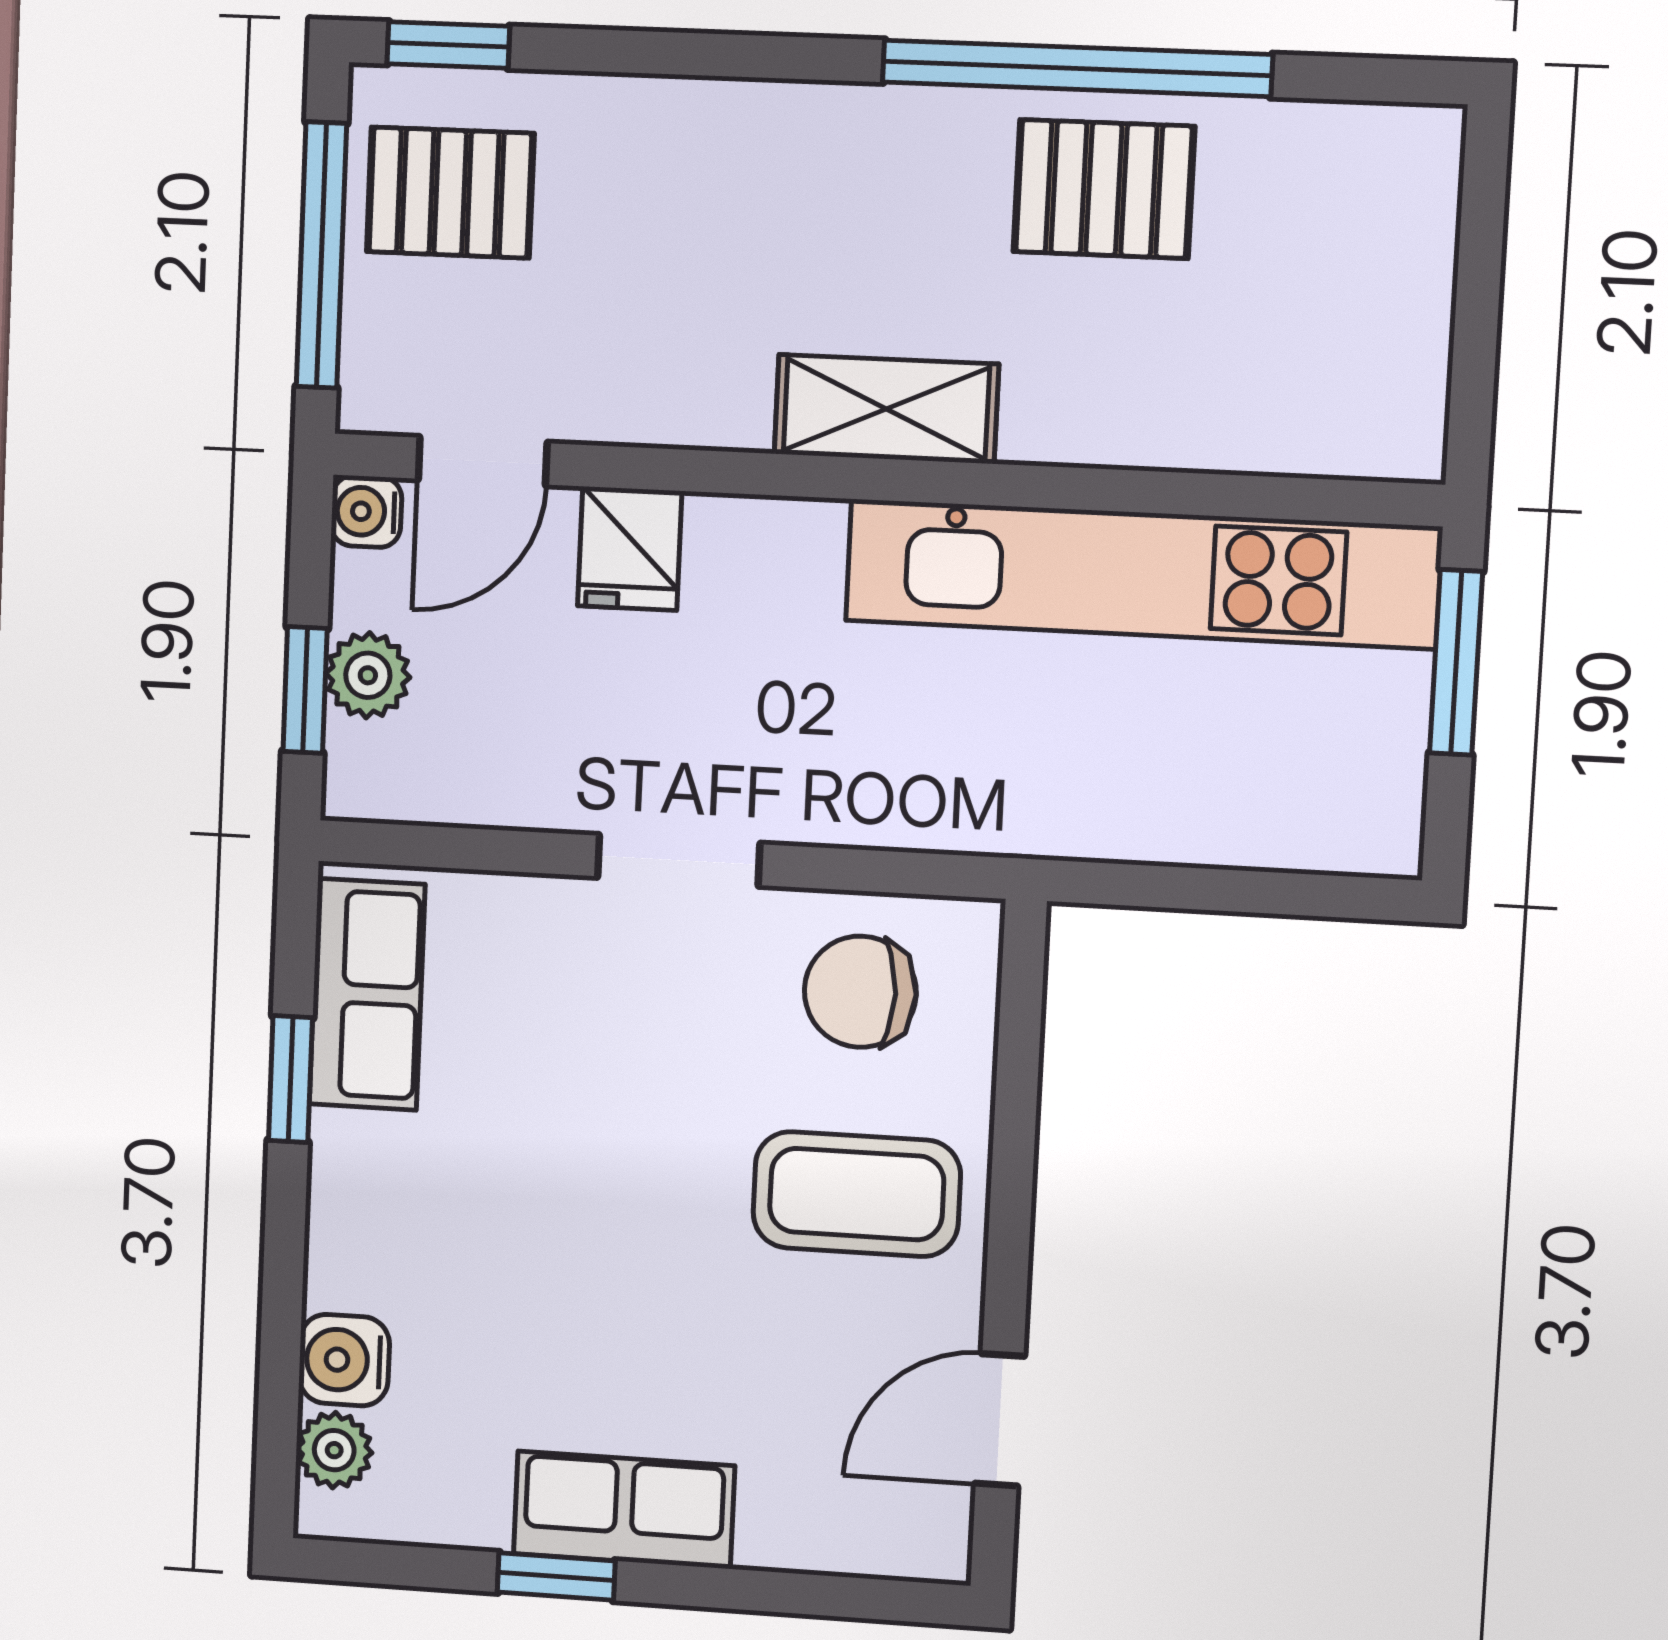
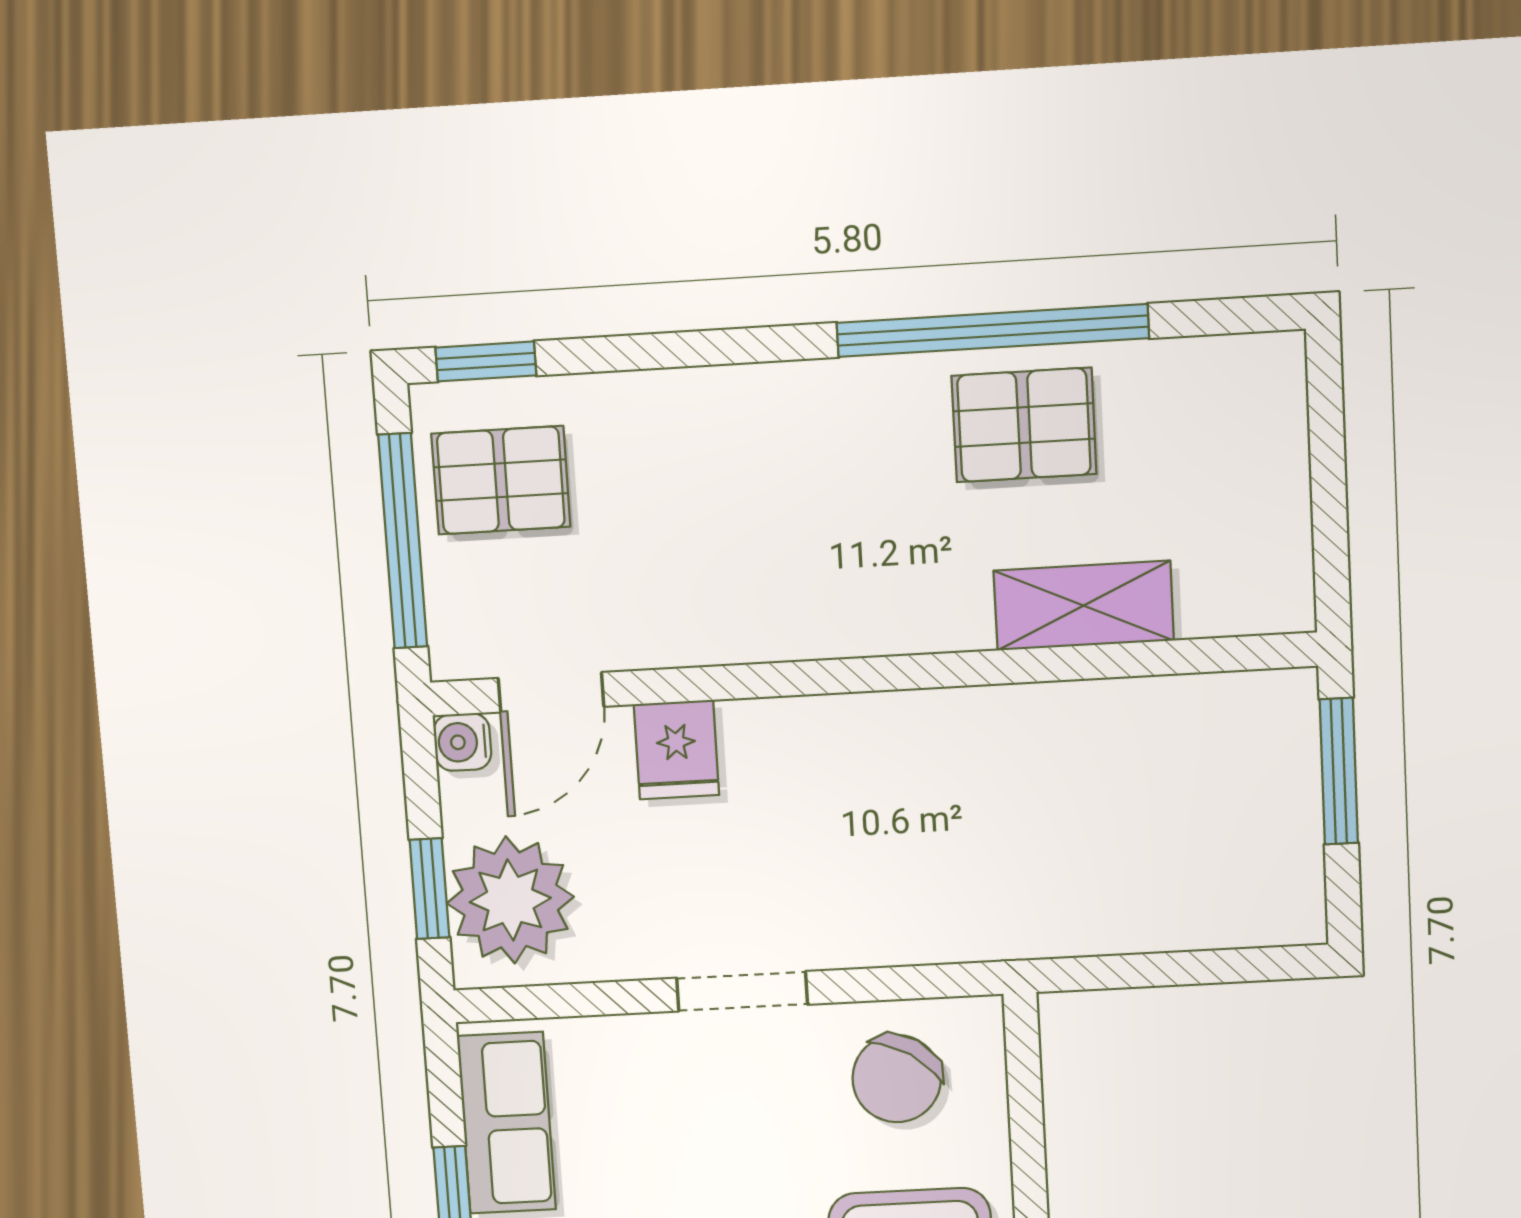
shelving: (886, 409) -> (1084, 606), moved
kitchen unit: (1142, 574) -> (1085, 727), removed
plant: (368, 675) -> (510, 900), width x1.87, depth x1.87
chair: (860, 992) -> (897, 1079), turned -58

